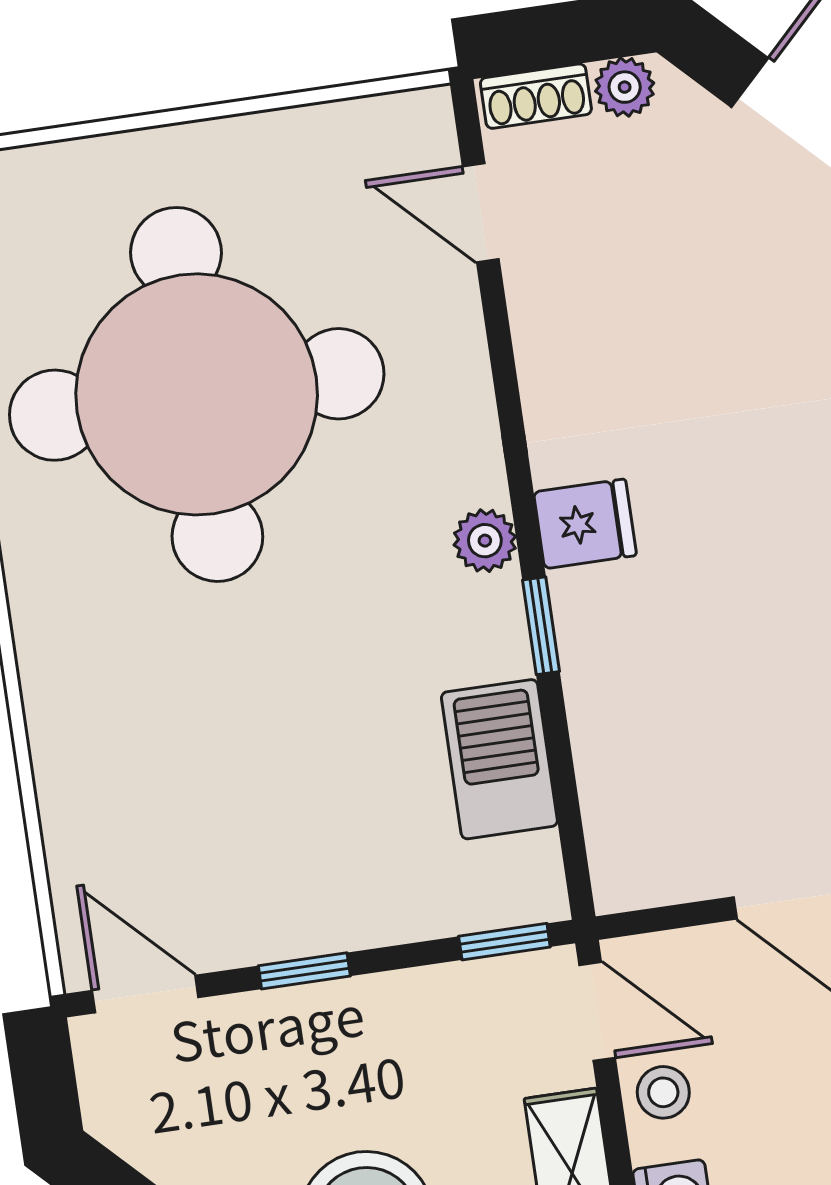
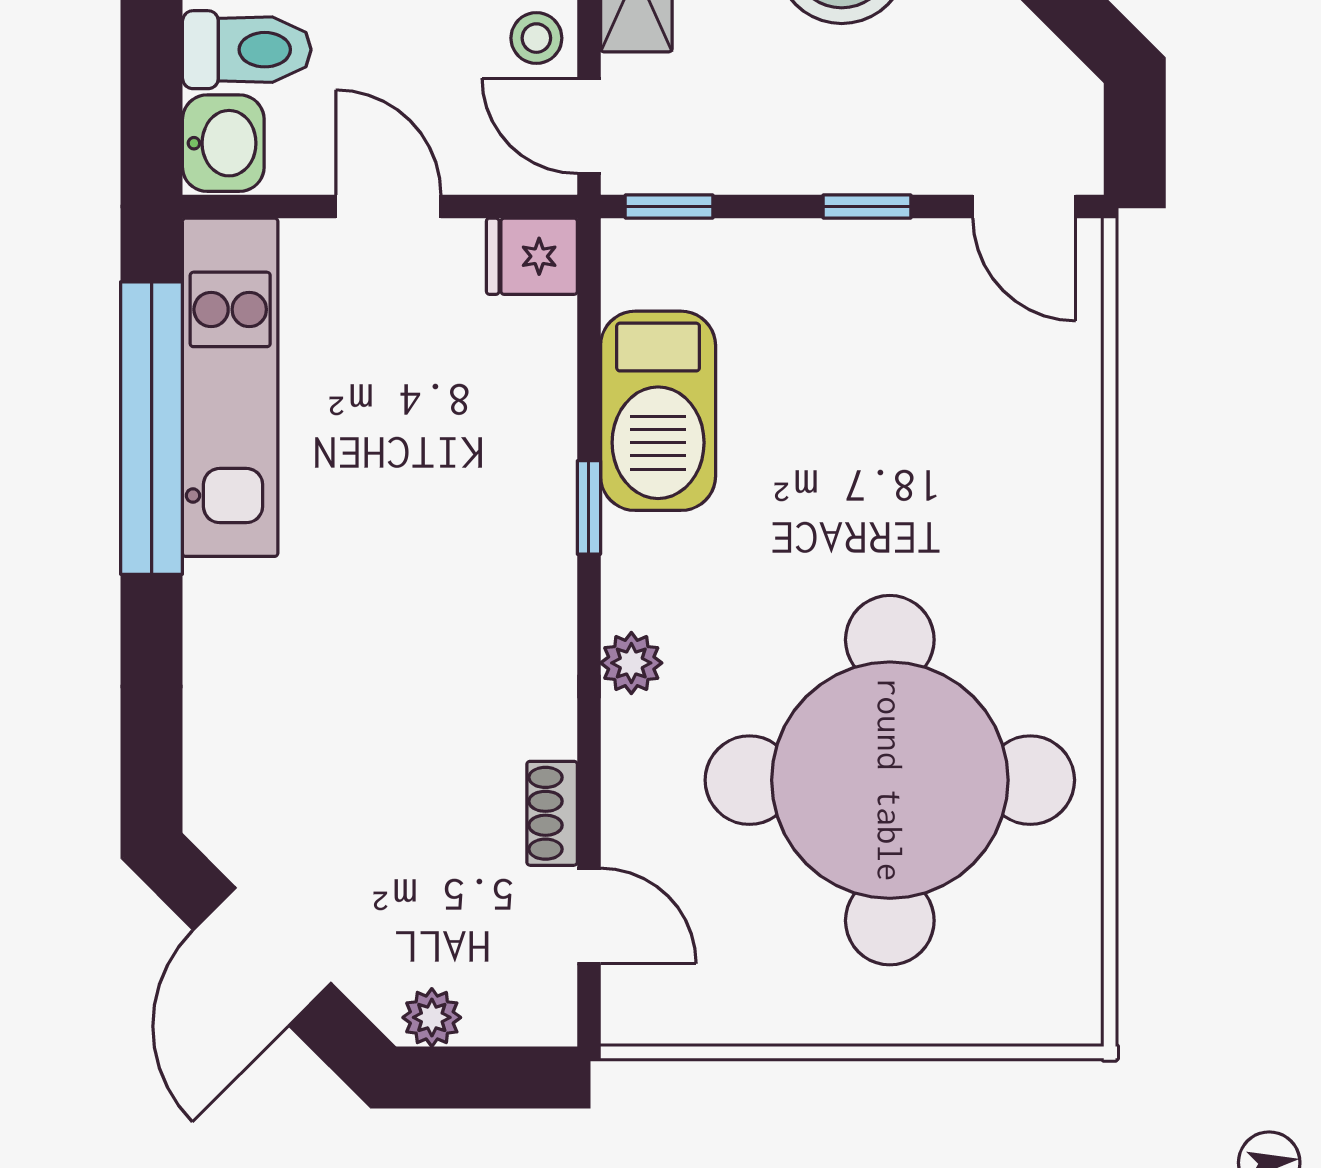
shoe rack: (536, 96) -> (552, 813), moved, turned -90
fridge: (585, 524) -> (532, 256), moved
plant: (485, 541) -> (631, 663), moved
barbecue: (499, 759) -> (658, 411), width x1.37, depth x1.21

